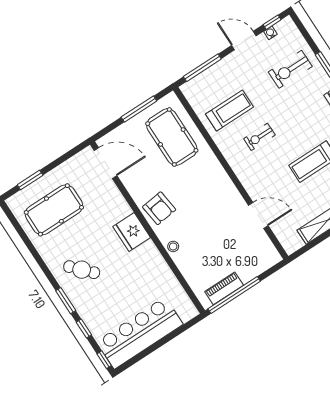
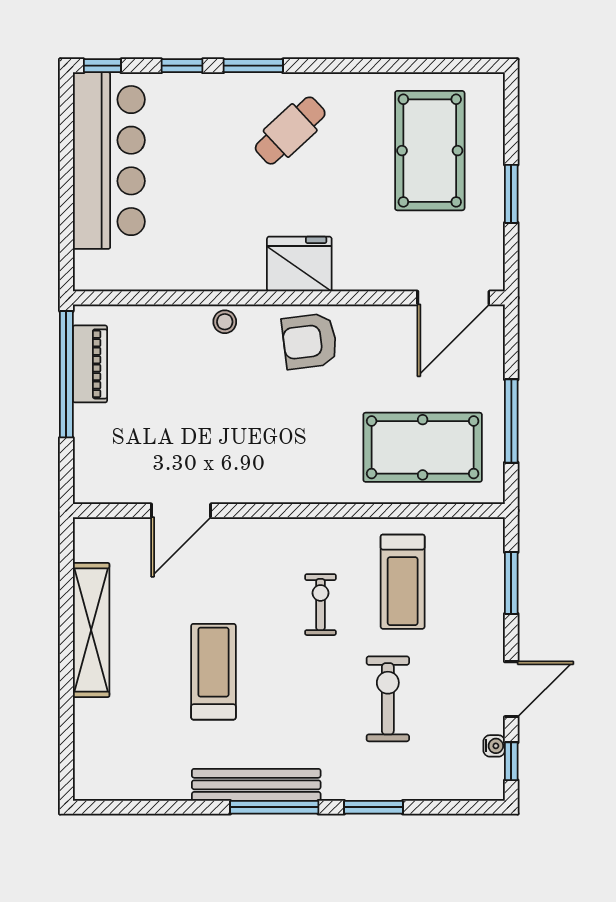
window: (202, 68) -> (511, 583), width x0.69
exercise bike: (290, 69) -> (388, 699), moved
window: (30, 180) -> (511, 194), moved

